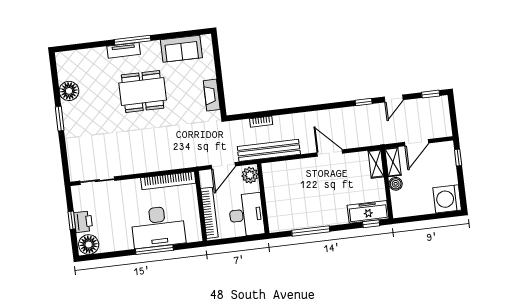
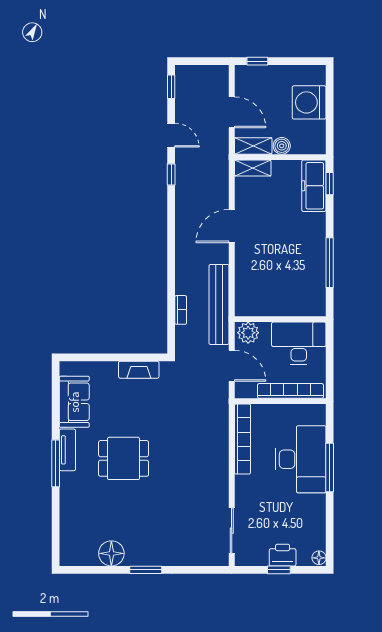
tv unit: (124, 50) -> (67, 450), moved
dining table: (143, 92) -> (124, 458), width x0.73
washing machine: (447, 199) -> (309, 102), moved, turned 90
floor lamp: (89, 245) -> (319, 558), width x0.53, depth x0.53

